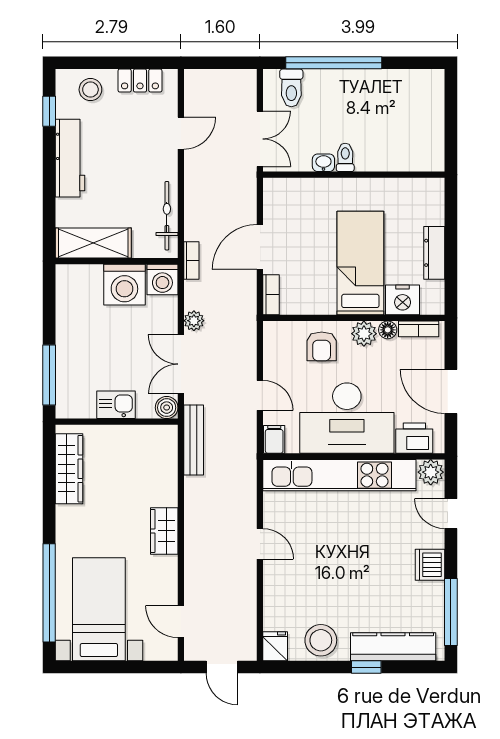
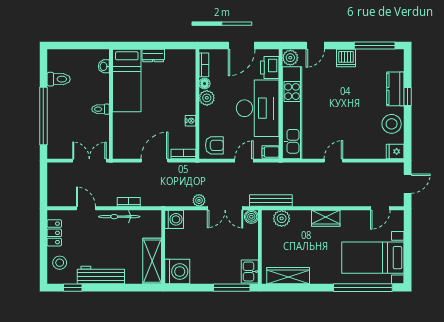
toilet: (291, 88) -> (59, 79), moved
washbasin: (323, 163) -> (104, 66), moved
bicycle: (167, 216) -> (119, 217), moved
door: (260, 247) -> (155, 161), swing flipped
dresser: (434, 253) -> (153, 55), width x0.70
bookcase: (191, 260) -> (129, 202), moved
bed: (360, 263) -> (127, 81), moved, turned -90
washing machine: (124, 285) -> (177, 272), moved
nightstand: (403, 300) -> (190, 121), moved, width x0.53, depth x0.56
armchair: (322, 346) -> (214, 145), moved
kitchen sink: (116, 405) -> (250, 272), moved
plant: (164, 458) -> (282, 218), added
kitchen counter: (393, 647) -> (395, 89), width x0.67

